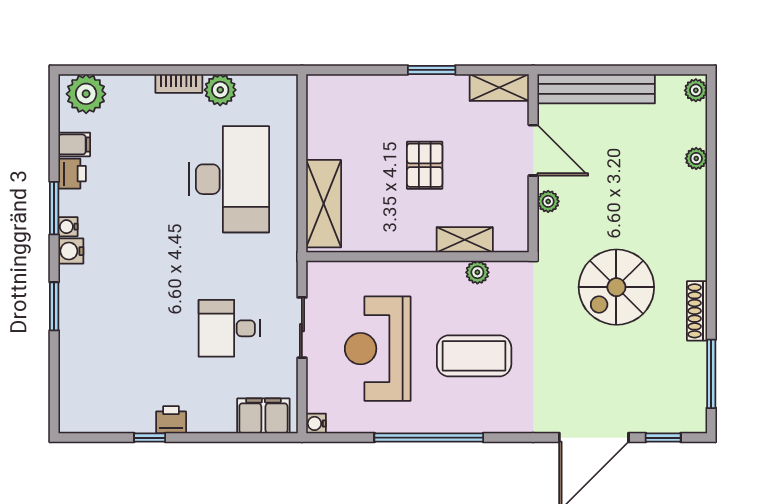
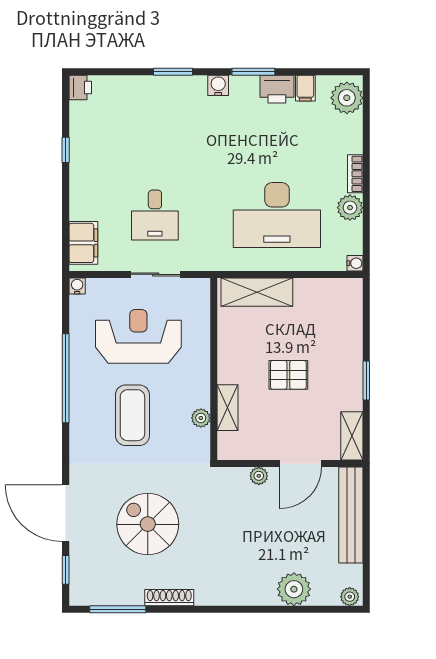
plant: (696, 158) -> (294, 589), width x1.88, depth x1.88
printer: (72, 174) -> (277, 89), width x1.36, depth x1.24
water cooler: (68, 227) -> (355, 263), moved, turned 90
spiral stairs: (616, 287) -> (148, 524), moved
desk: (229, 328) -> (155, 215), turned 180
printer: (171, 420) -> (80, 87), moved

